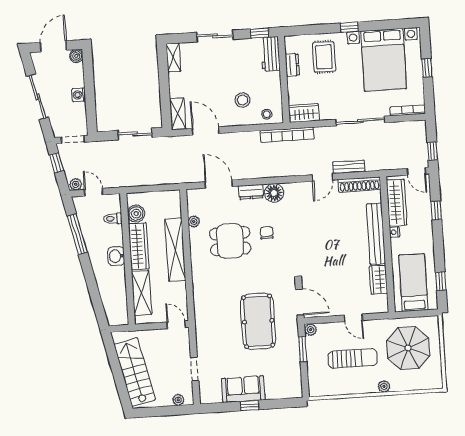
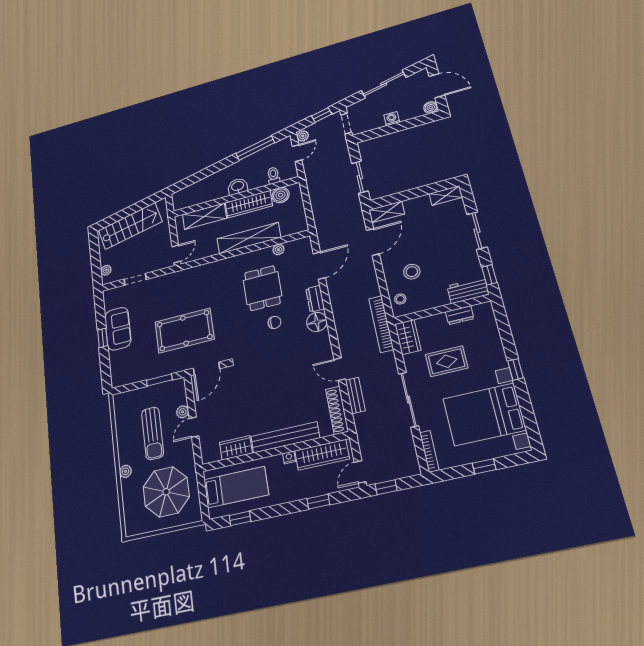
rug: (324, 57) -> (447, 361), moved
plant: (311, 330) -> (183, 412), moved

